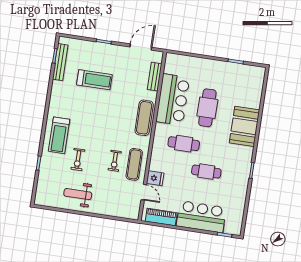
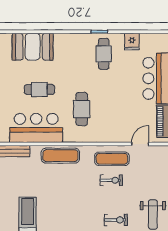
cafe table: (207, 108) -> (39, 89), width x0.73, depth x0.74
booth: (245, 126) -> (33, 47), moved
cafe table: (206, 172) -> (104, 54), moved
fridge: (155, 178) -> (132, 42), moved, turned 180

